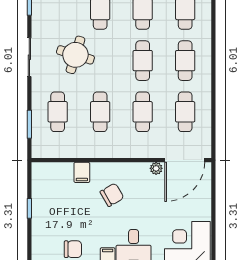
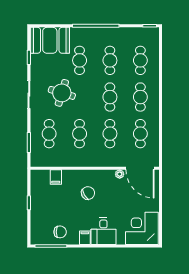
door: (185, 160) -> (140, 168), hinge flipped
filing cabinet: (82, 172) -> (56, 177), moved

